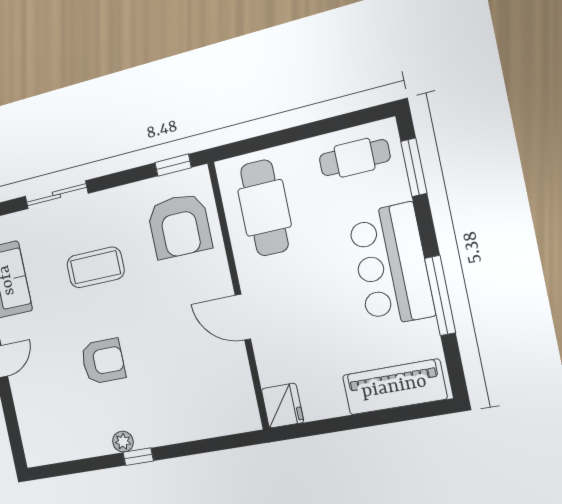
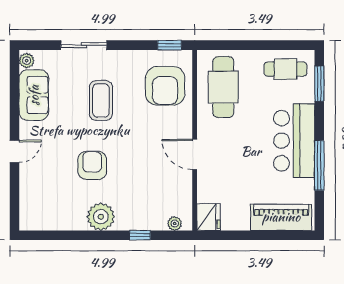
coffee table: (95, 267) -> (101, 100), turned 90
armchair: (103, 361) -> (92, 165), turned -90
plant: (235, 423) -> (175, 224), added
plant: (123, 442) -> (101, 217), width x1.87, depth x1.87
window: (138, 457) -> (140, 235), moved

